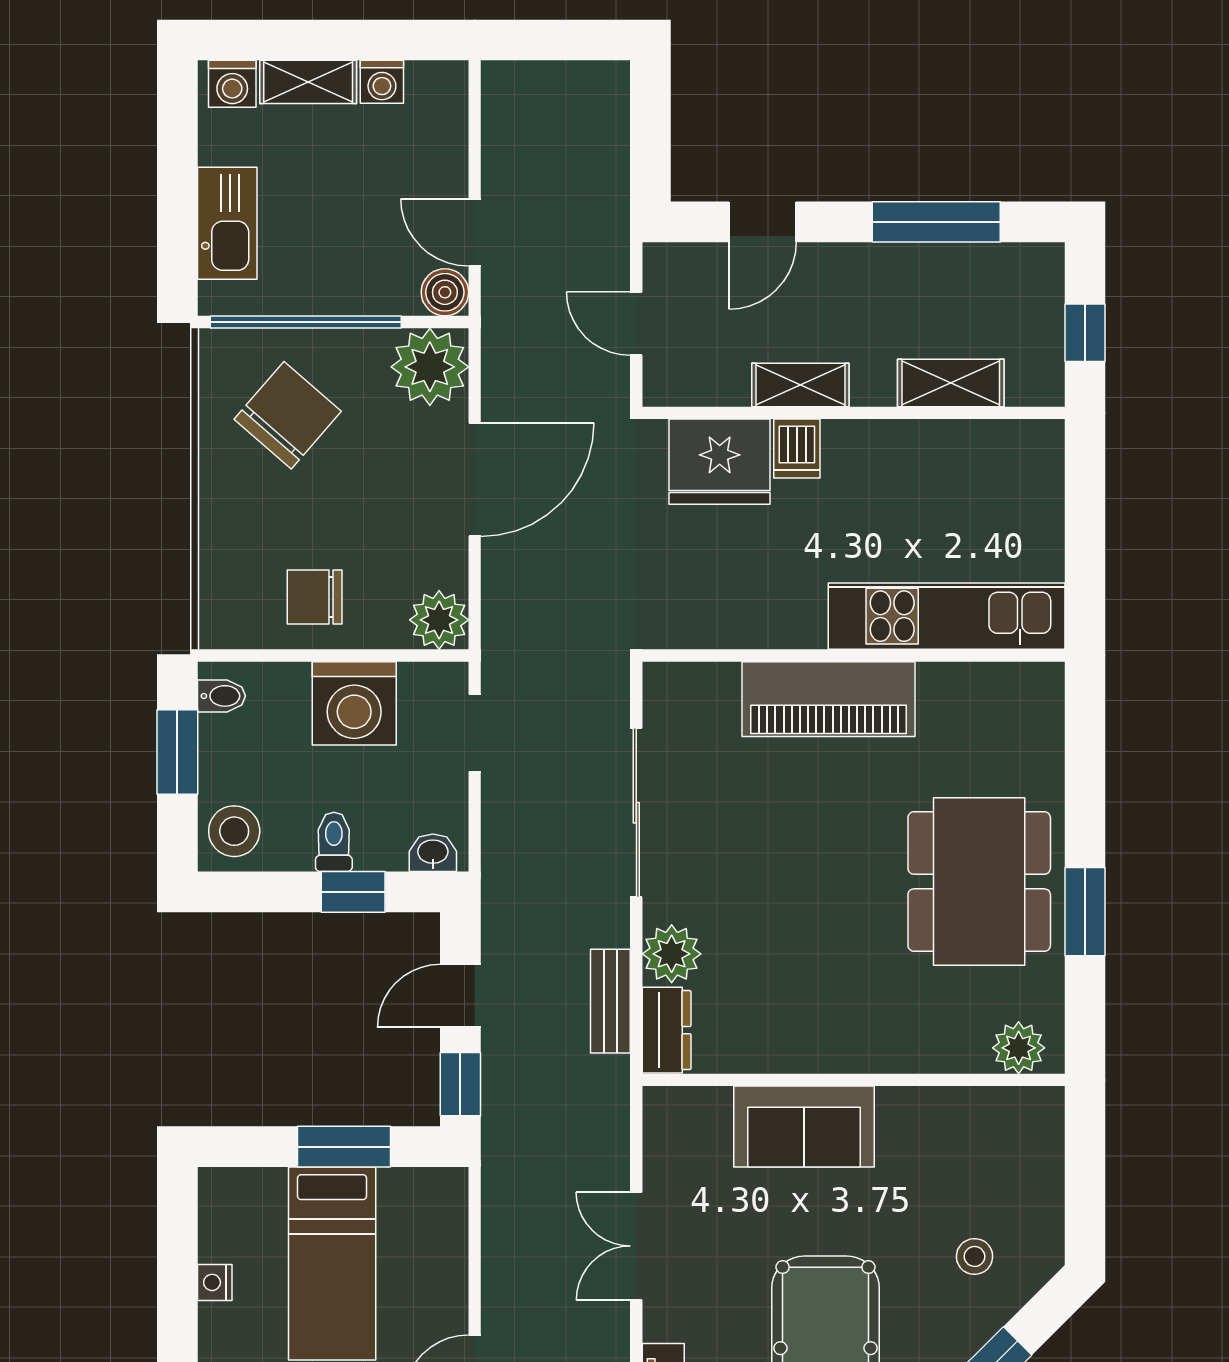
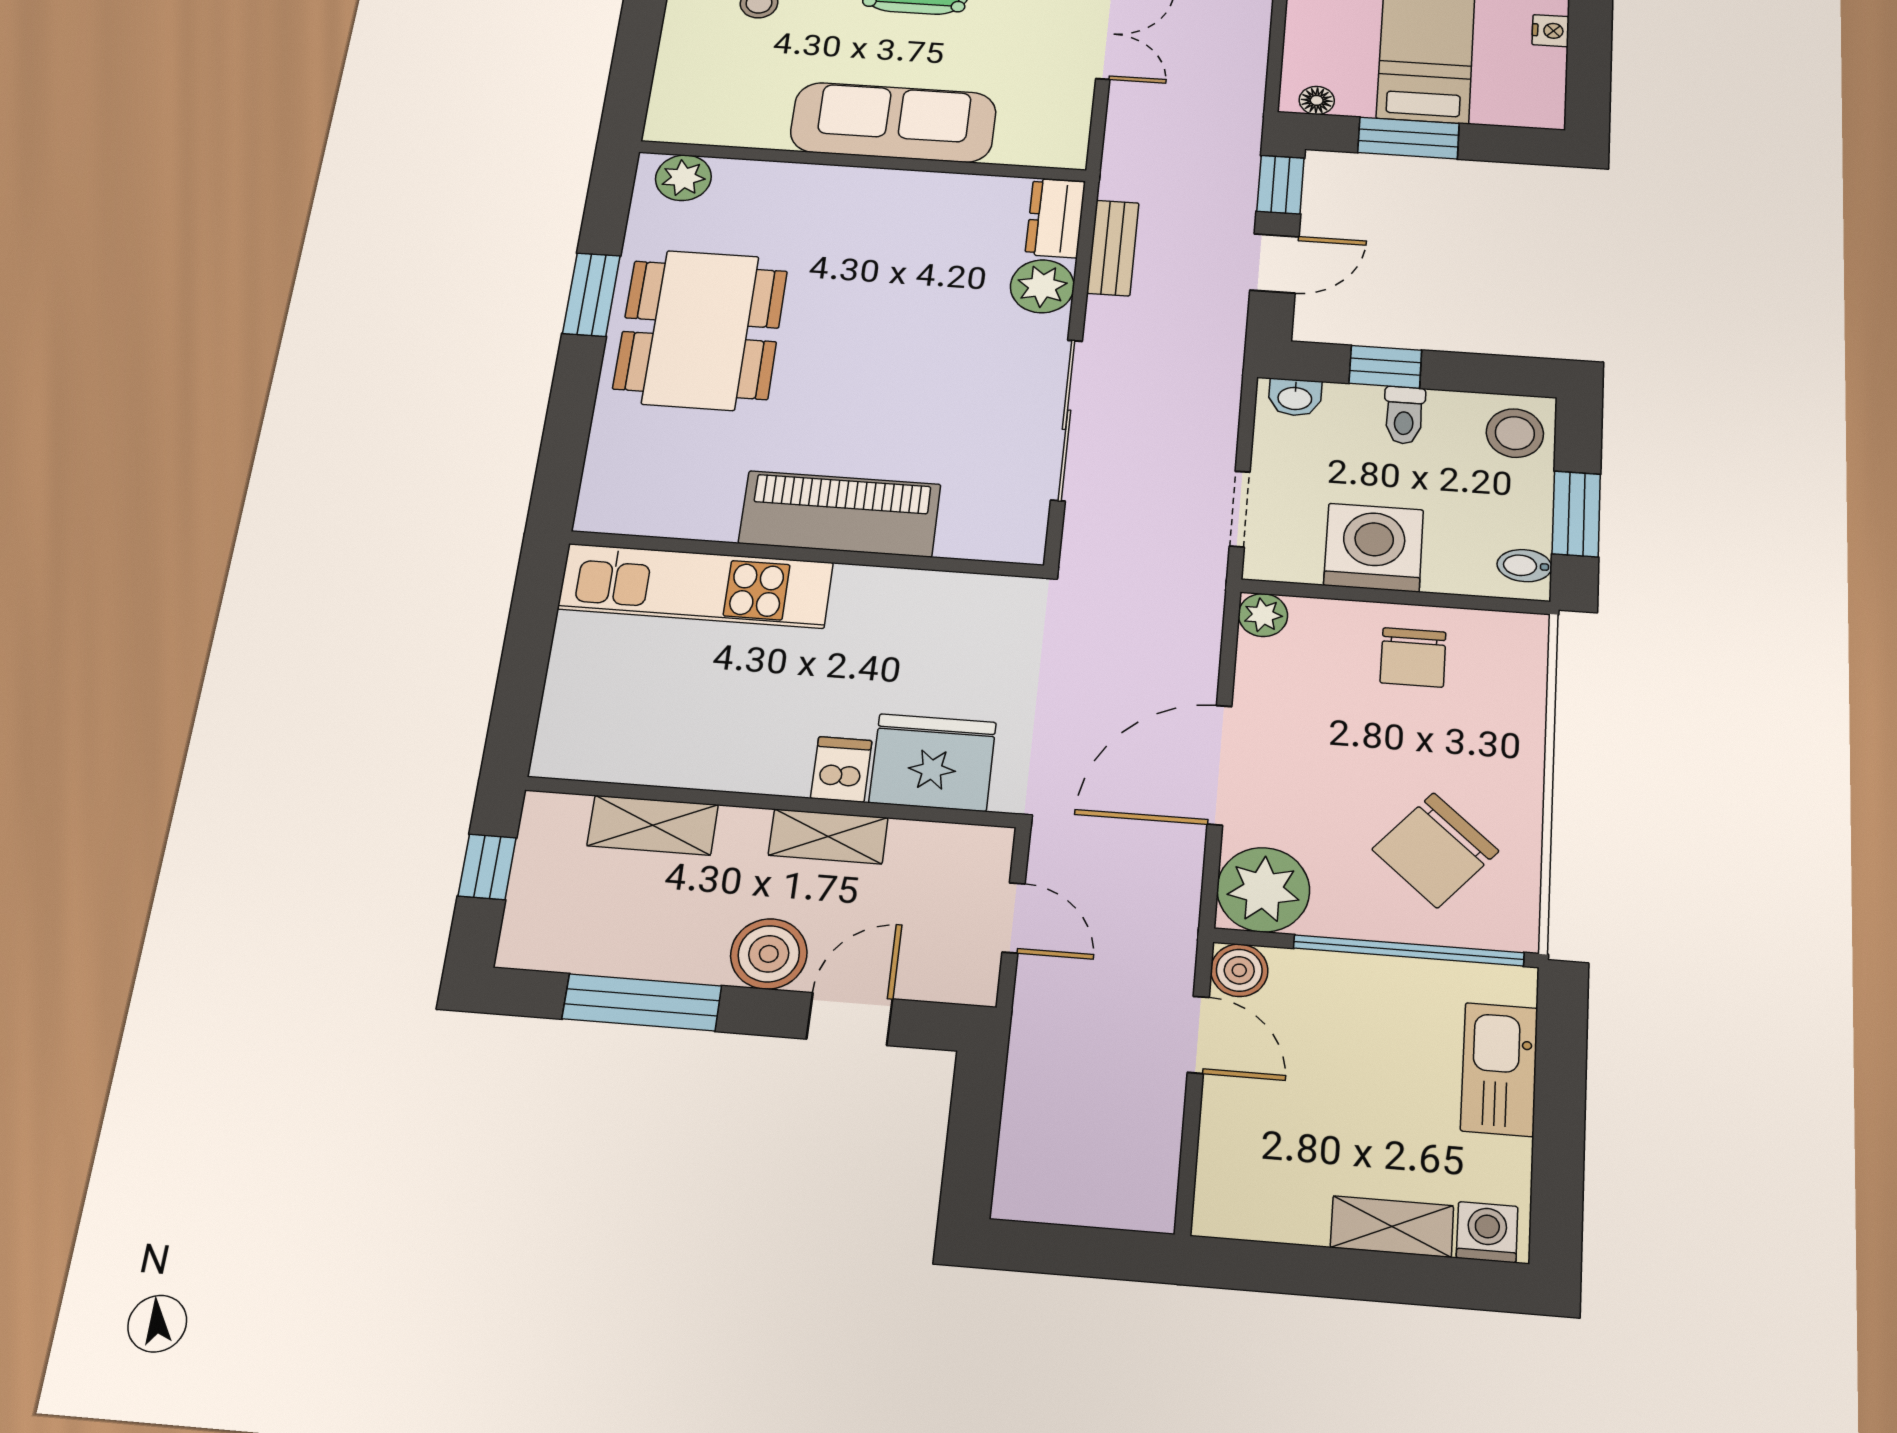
washing machine: (382, 82) -> (1300, 1219), removed
boiler: (837, 274) -> (769, 954), added
chair: (315, 597) -> (1413, 657), turned 90
plant: (439, 620) -> (1263, 615), width x0.73, depth x0.73
sofa: (804, 1127) -> (893, 122), width x1.36
floor lamp: (432, 1183) -> (1317, 100), added

